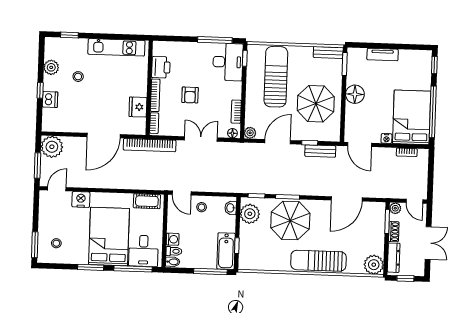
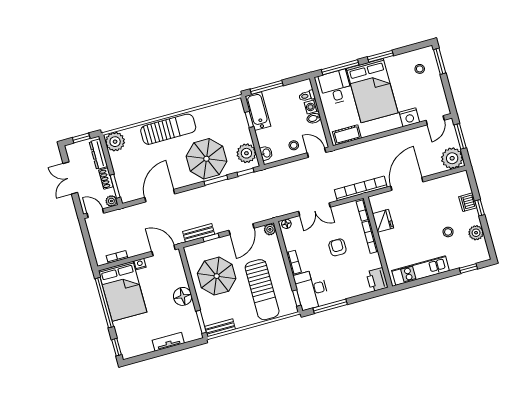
printer: (161, 67) -> (377, 280), moved
bookcase: (236, 112) -> (294, 262), moved
bidet: (173, 262) -> (314, 118), moved

